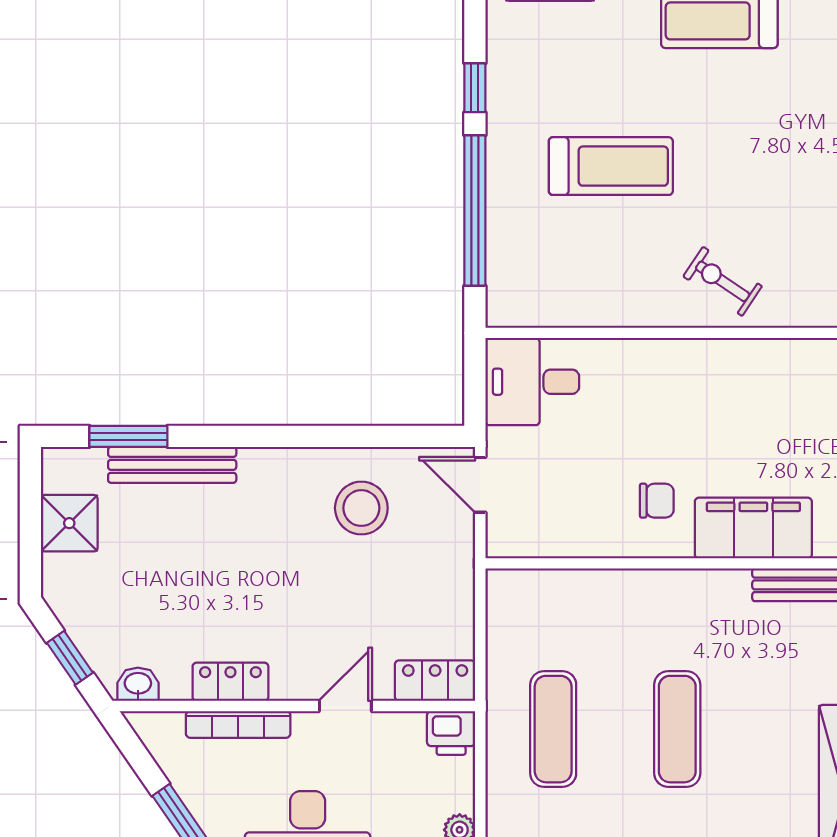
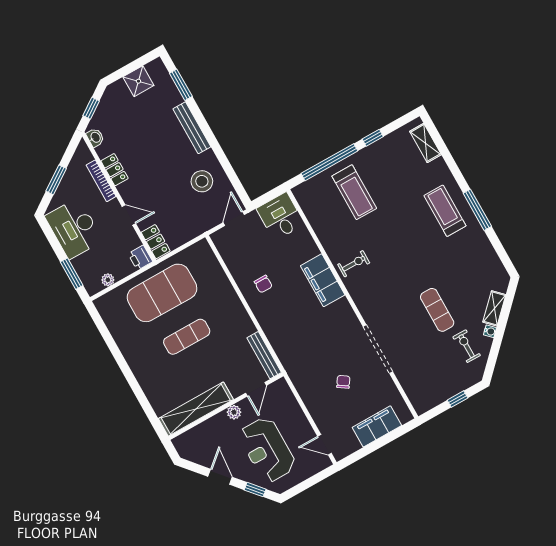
treadmill: (611, 166) -> (354, 192), moved
exercise bike: (723, 281) -> (354, 264), turned 56
bench: (172, 465) -> (192, 128), moved
filing cabinet: (753, 528) -> (323, 280), moved, turned 180
exercise mat: (553, 729) -> (162, 293), width x2.00, depth x1.45

